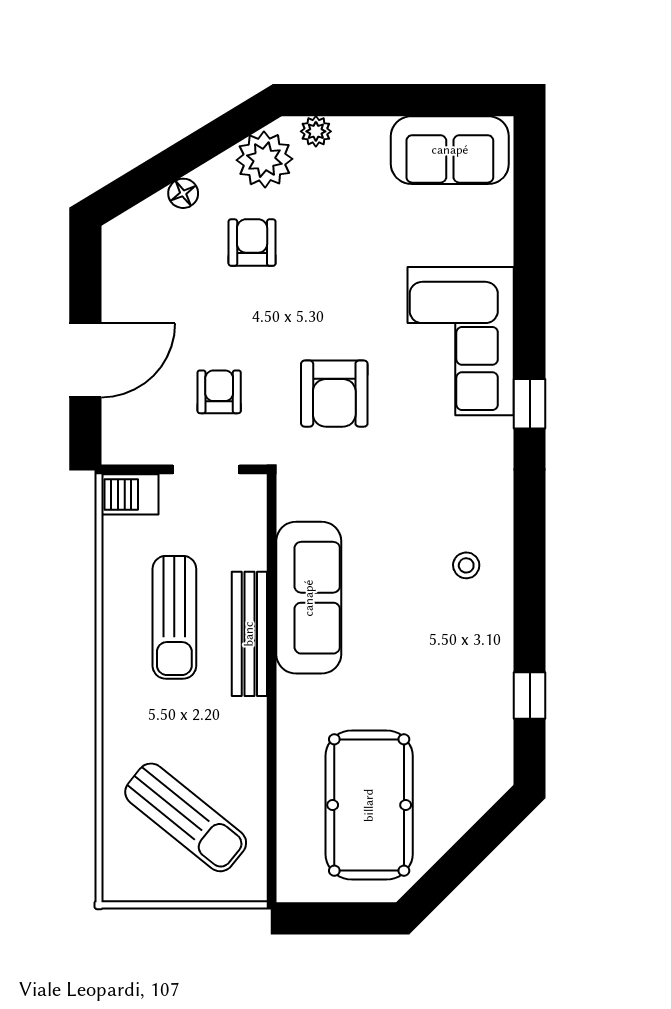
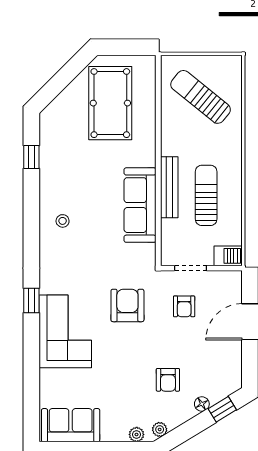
plant: (264, 160) -> (160, 429), width x0.53, depth x0.53
window: (142, 183) -> (222, 409), added

